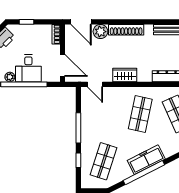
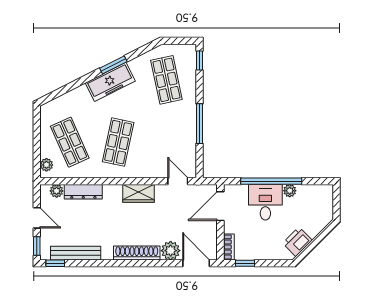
window: (27, 22) -> (245, 263), moved
door: (63, 65) -> (220, 206), hinge flipped
window: (78, 160) -> (199, 61), moved
shop shelf: (104, 161) -> (166, 80), turned -30
window: (144, 173) -> (113, 65), width x0.47

